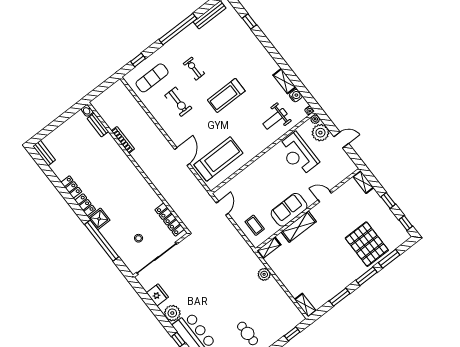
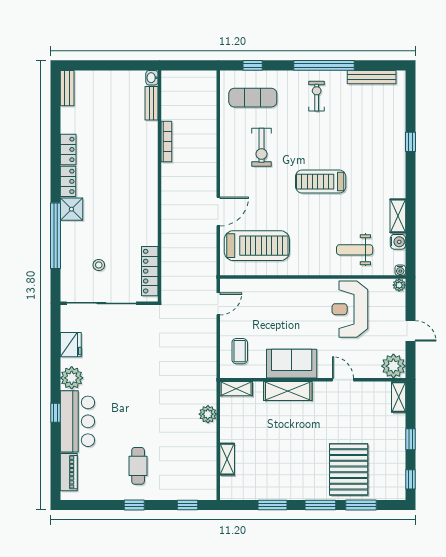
window: (249, 22) -> (410, 142), moved
exercise bike: (194, 69) -> (317, 96), moved
plant: (320, 133) -> (393, 366), moved
shelving: (305, 305) -> (227, 459), moved

